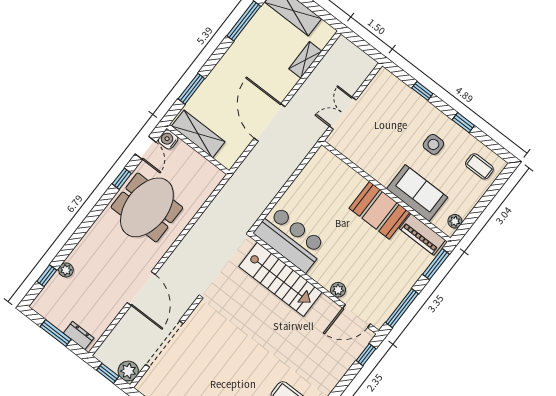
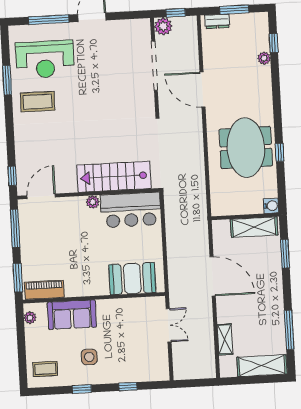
door: (146, 148) -> (281, 187), removed
booth: (379, 210) -> (132, 279), moved
plant: (338, 290) -> (93, 202), moved

